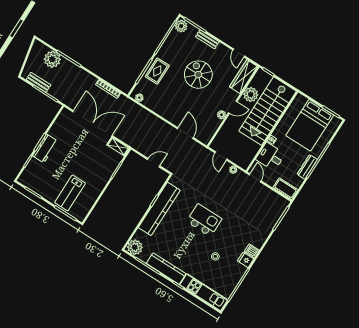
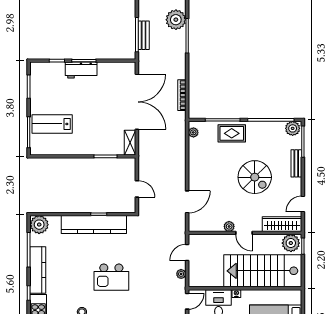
spiral stairs: (198, 75) -> (255, 177), turned 90
bench: (38, 82) -> (144, 35), moved
plant: (251, 94) -> (291, 243), moved
kitchen island: (204, 220) -> (111, 277), turned 90

